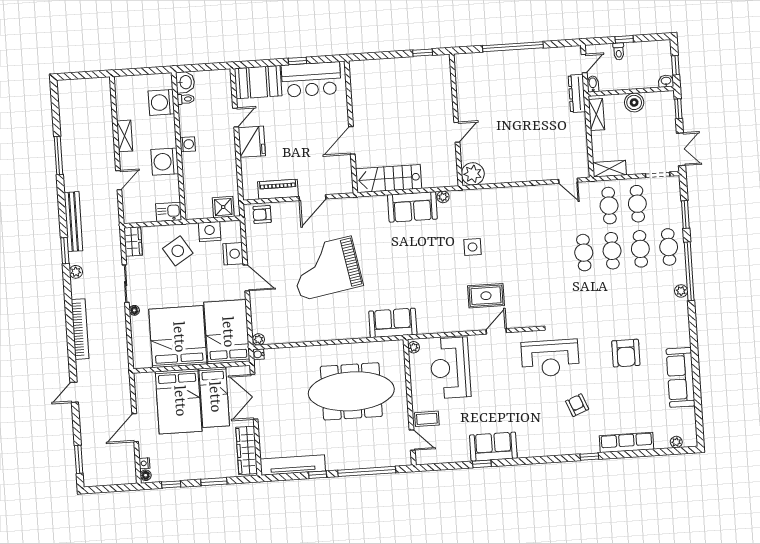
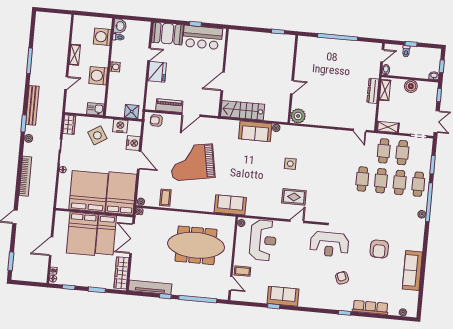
dresser: (577, 93) -> (373, 91), moved
coffee table: (294, 328) -> (165, 198), added
reception desk: (450, 368) -> (263, 240), turned 180

